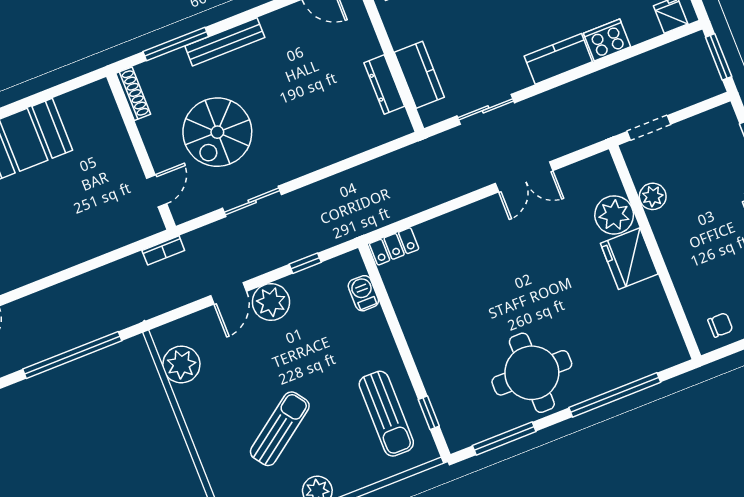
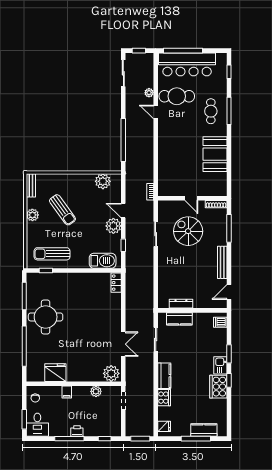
bench: (225, 42) -> (222, 262), moved
double door: (524, 177) -> (123, 344), swing flipped
door: (157, 191) -> (191, 198), moved
plant: (614, 215) -> (111, 373), moved
fridge: (629, 259) -> (55, 373), moved
filing cabinet: (679, 261) -> (67, 392), added
barbecue: (363, 293) -> (103, 261), width x1.88, depth x1.53

